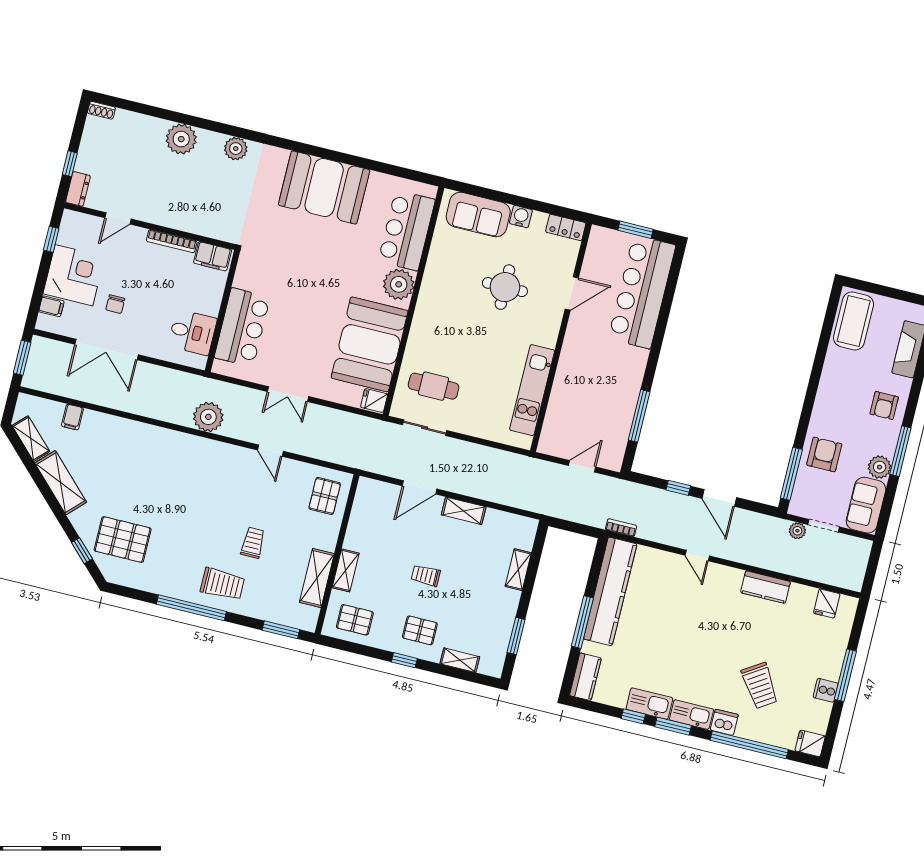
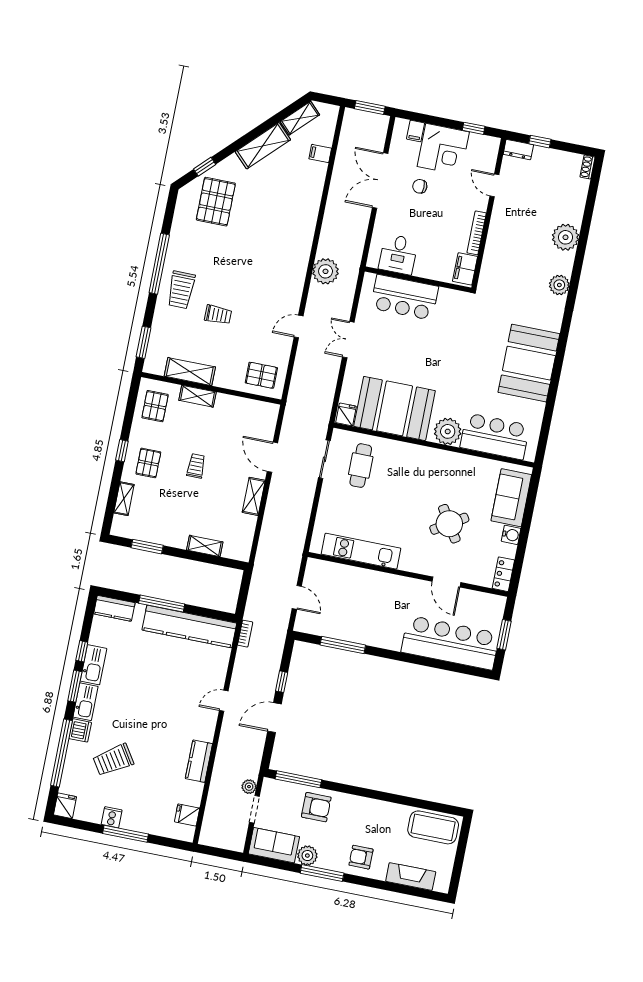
round table: (505, 287) -> (449, 524), turned -32

